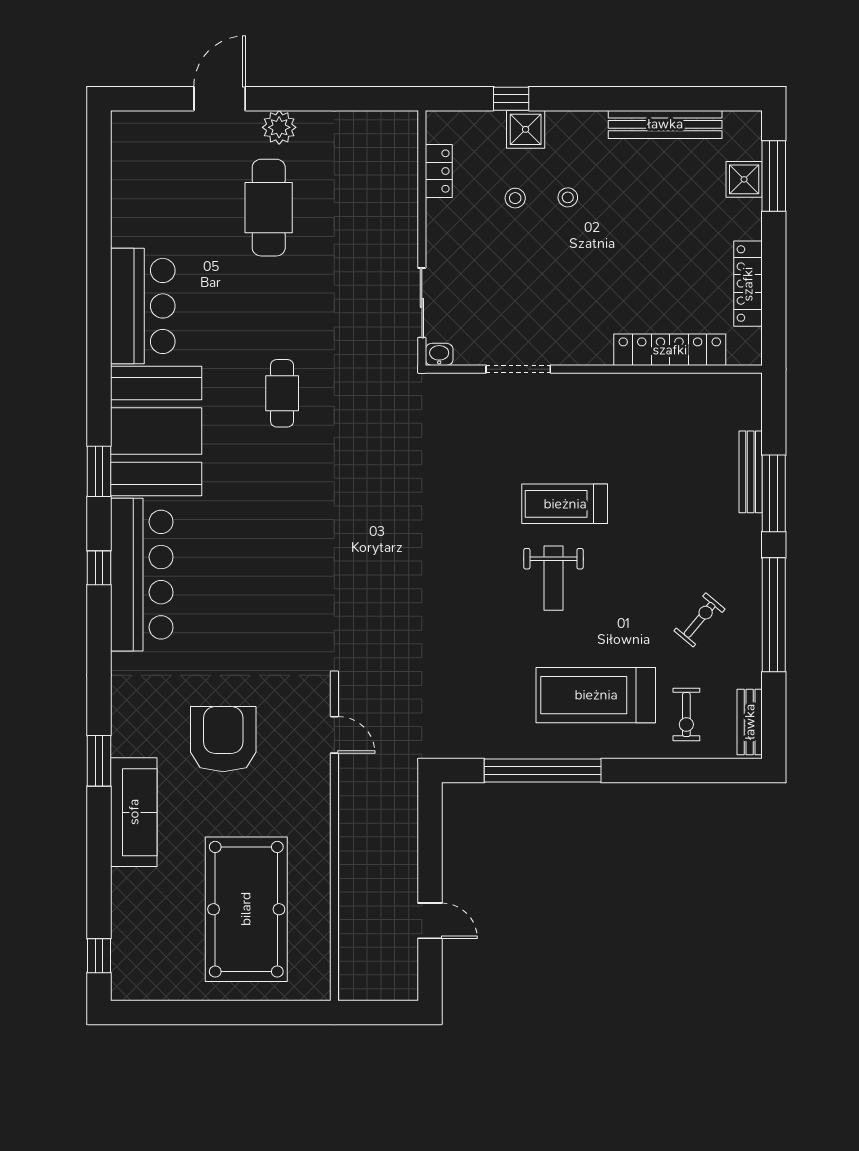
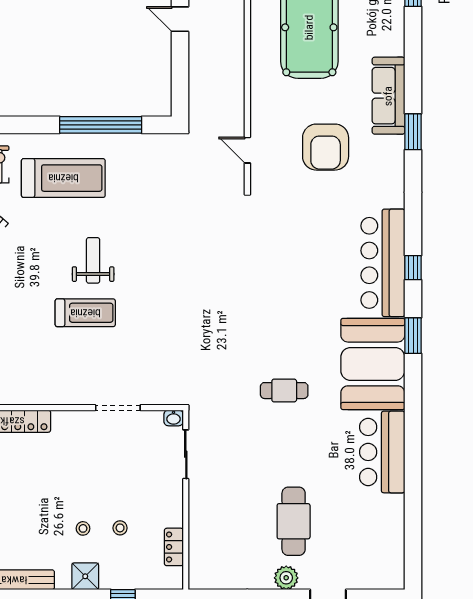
shower: (526, 129) -> (85, 576), moved
cafe table: (282, 393) -> (284, 391), turned 90

